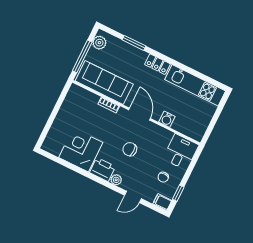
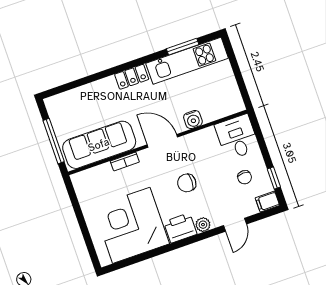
plant: (99, 43) -> (57, 112), removed
window: (134, 43) -> (183, 47), moved
corner desk: (81, 150) -> (131, 225), width x1.36, depth x1.36

